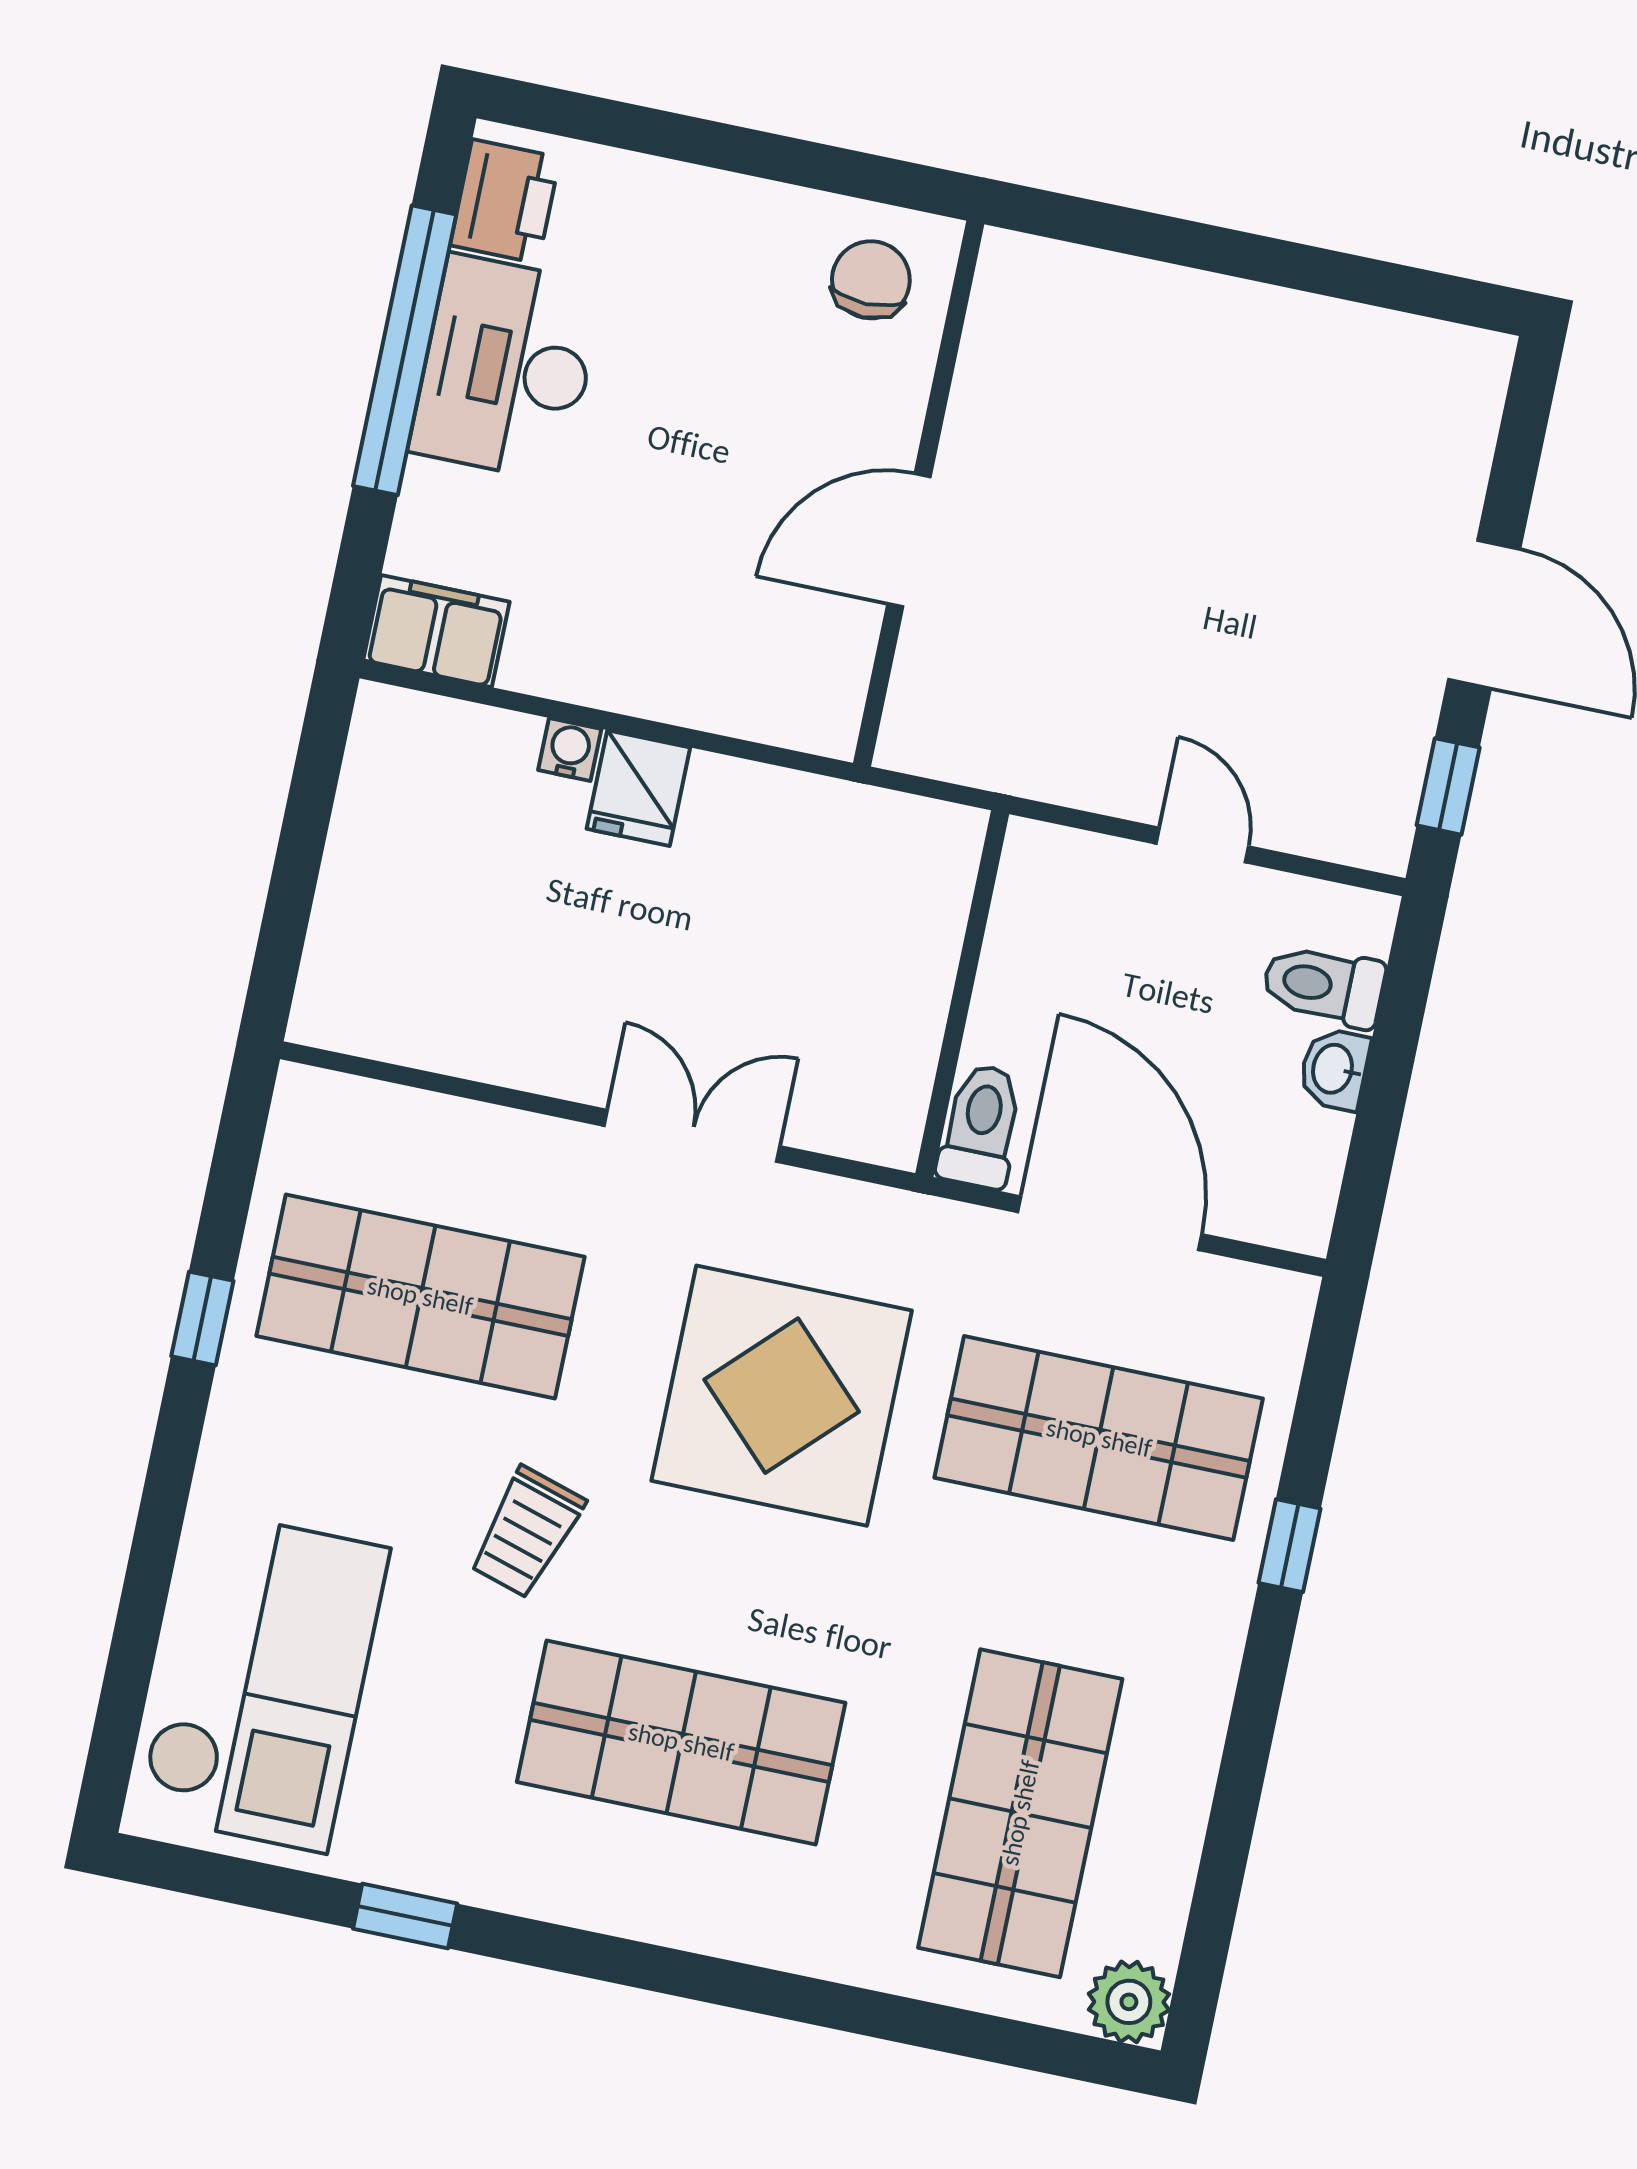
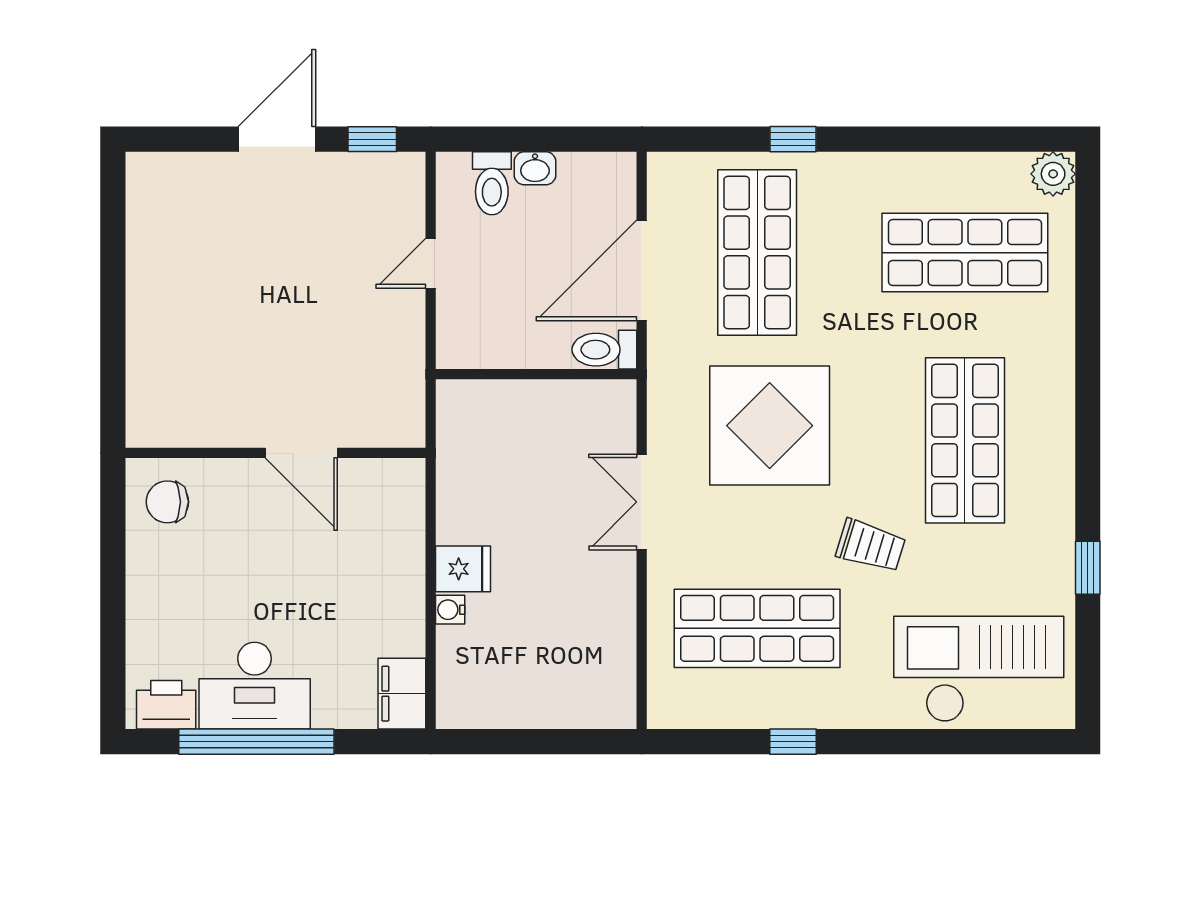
shop shelf: (420, 1296) -> (757, 628), turned 90

